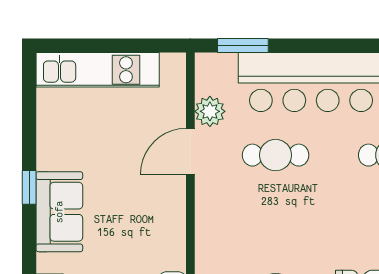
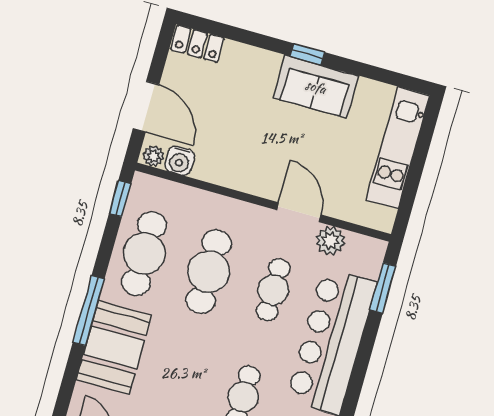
sofa: (59, 212) -> (316, 87), moved
cafe table: (276, 225) -> (209, 272), added

